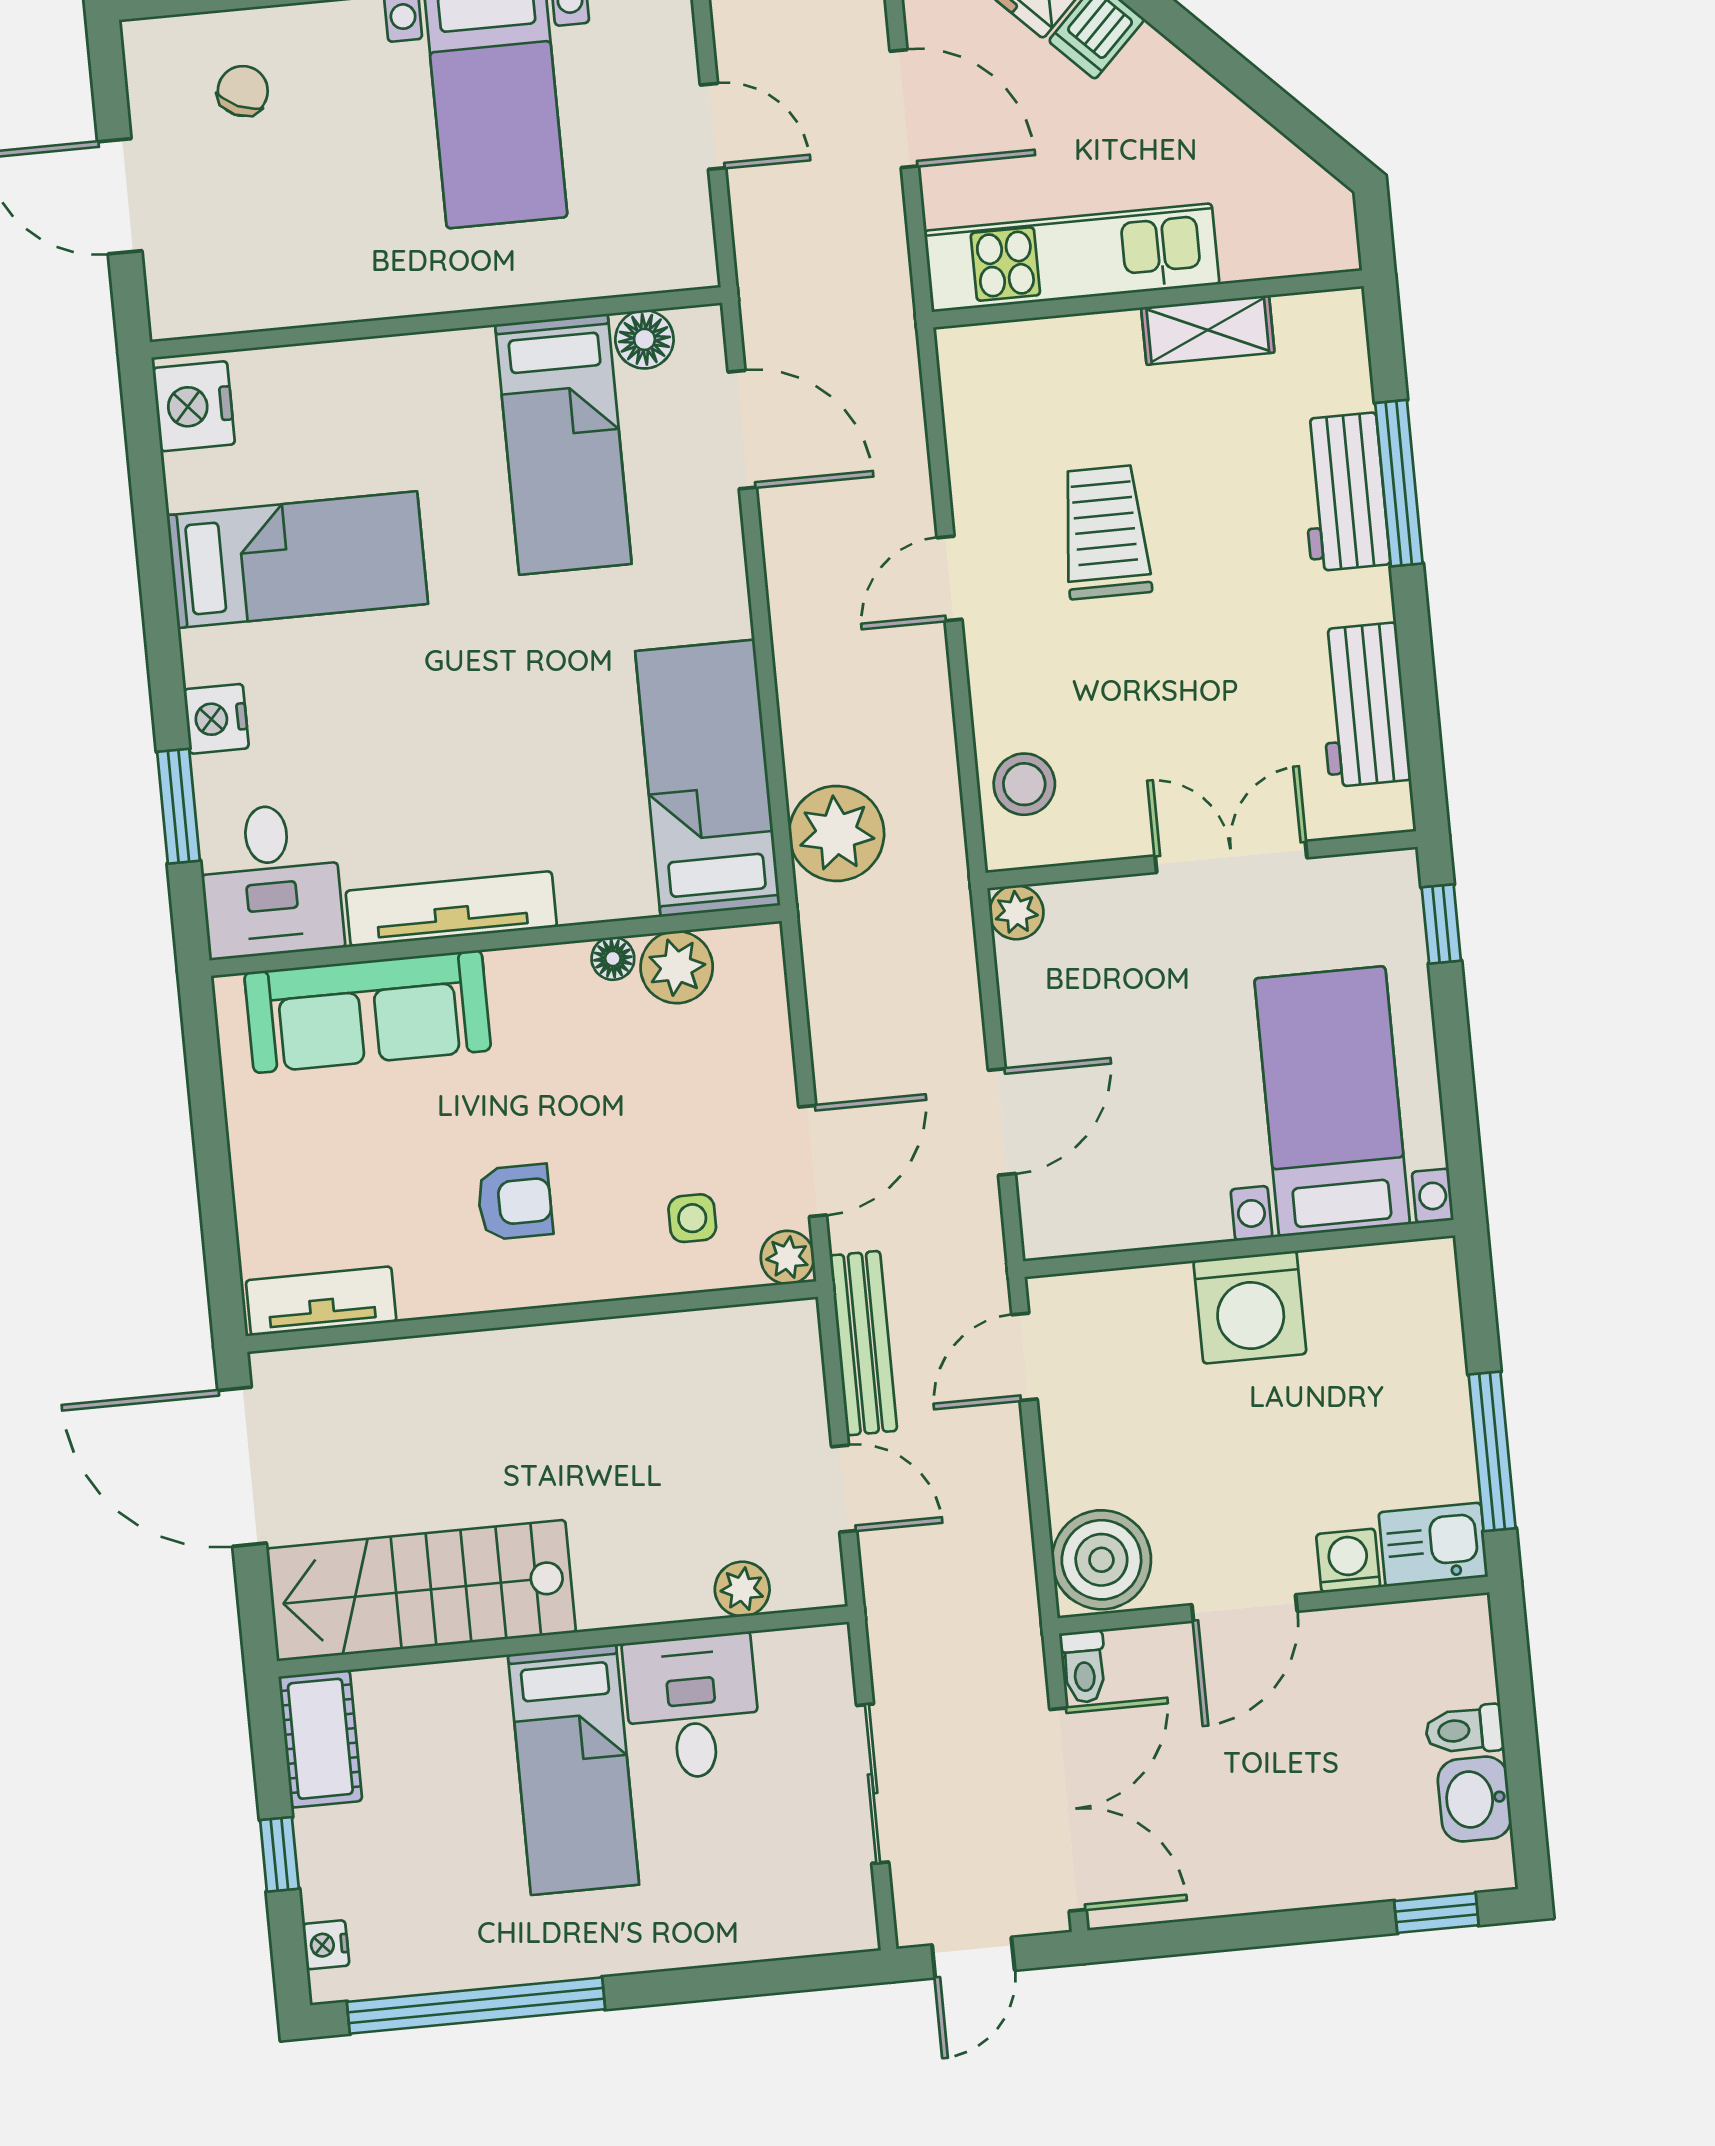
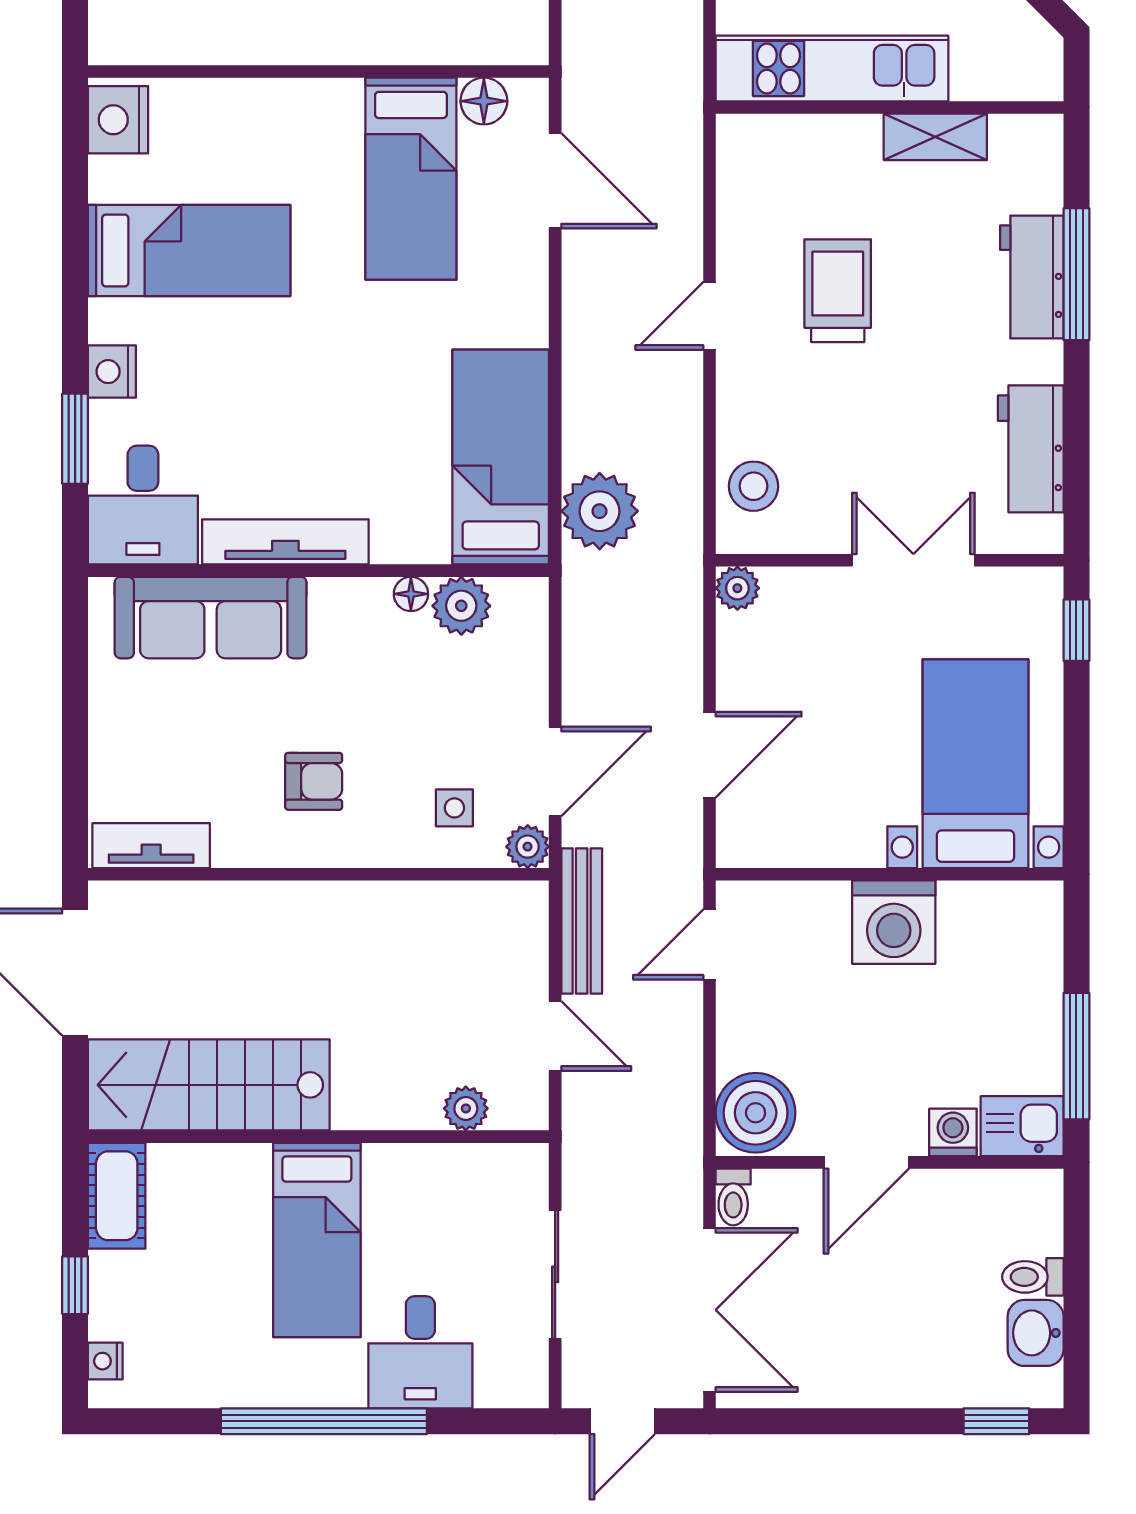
desk: (692, 1707) -> (420, 1352), moved, turned 180
window: (476, 2005) -> (324, 1421), moved

